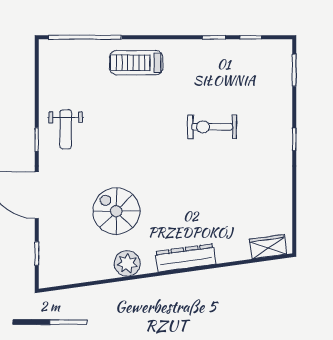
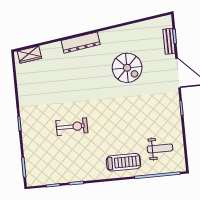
weight bench: (66, 129) -> (160, 148), moved, turned 90
bench: (46, 246) -> (169, 41), added
plant: (127, 263) -> (117, 36), removed

